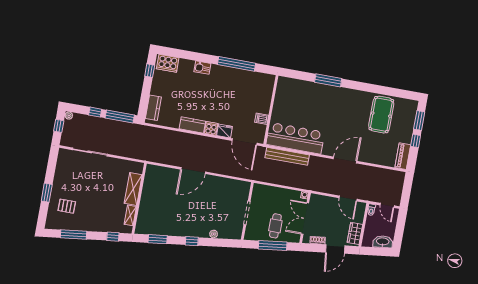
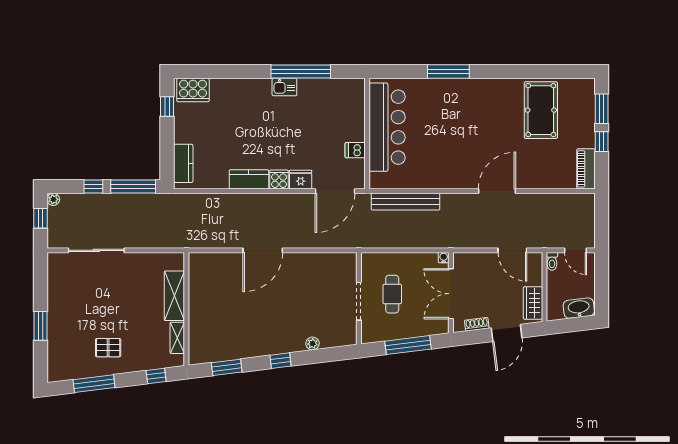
kitchen sink: (202, 68) -> (284, 87), moved
bar counter: (295, 138) -> (387, 127), moved, turned 90
door: (244, 142) -> (335, 191), hinge flipped
pallet: (67, 206) -> (108, 348), moved
cafe table: (275, 226) -> (392, 294), moved

